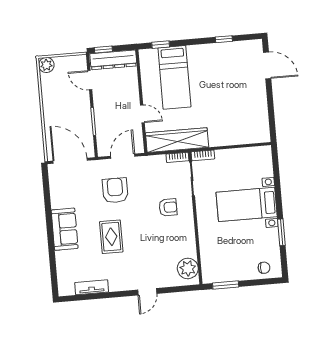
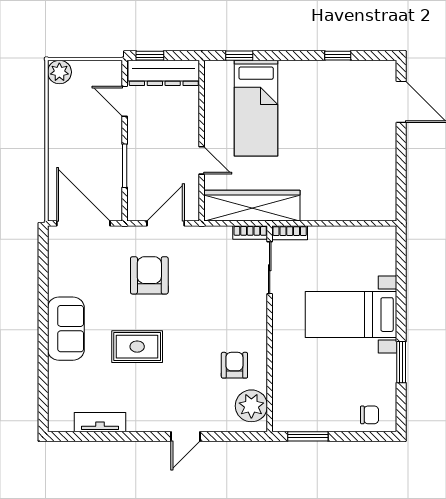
armchair: (168, 207) -> (234, 365), moved, turned -90
rug: (111, 237) -> (137, 347), turned 90

